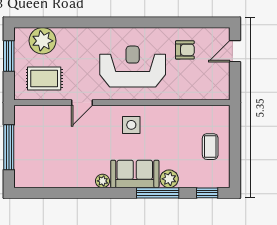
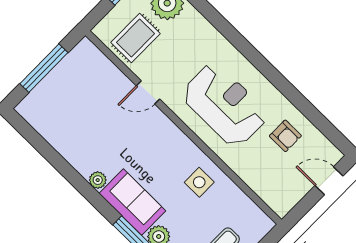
rug: (44, 79) -> (136, 38), turned 90
side table: (131, 125) -> (199, 182), moved

